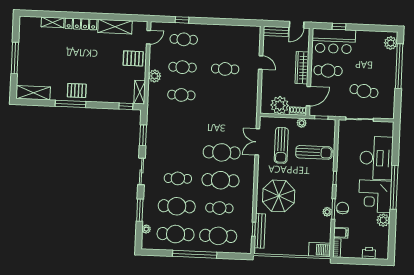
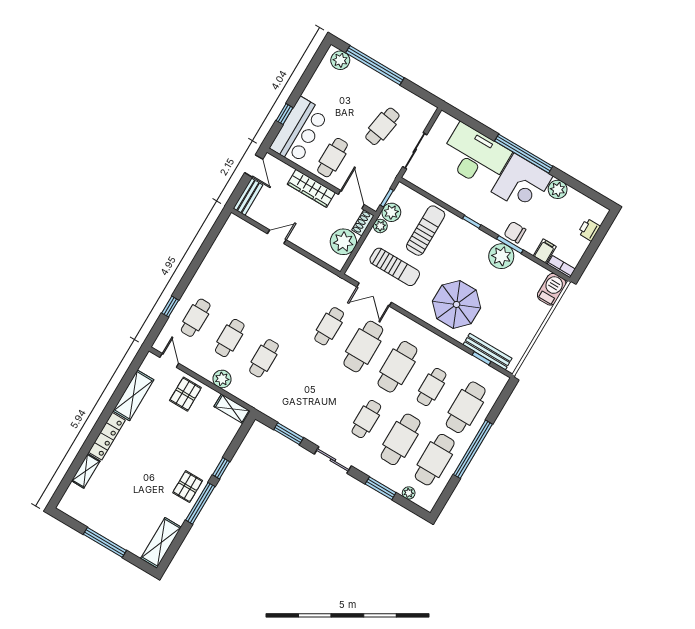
cafe table: (225, 69) -> (329, 326), moved
window: (126, 106) -> (221, 468), moved
plant: (314, 125) -> (391, 212), added
plant: (327, 212) -> (501, 256), width x1.87, depth x1.87

